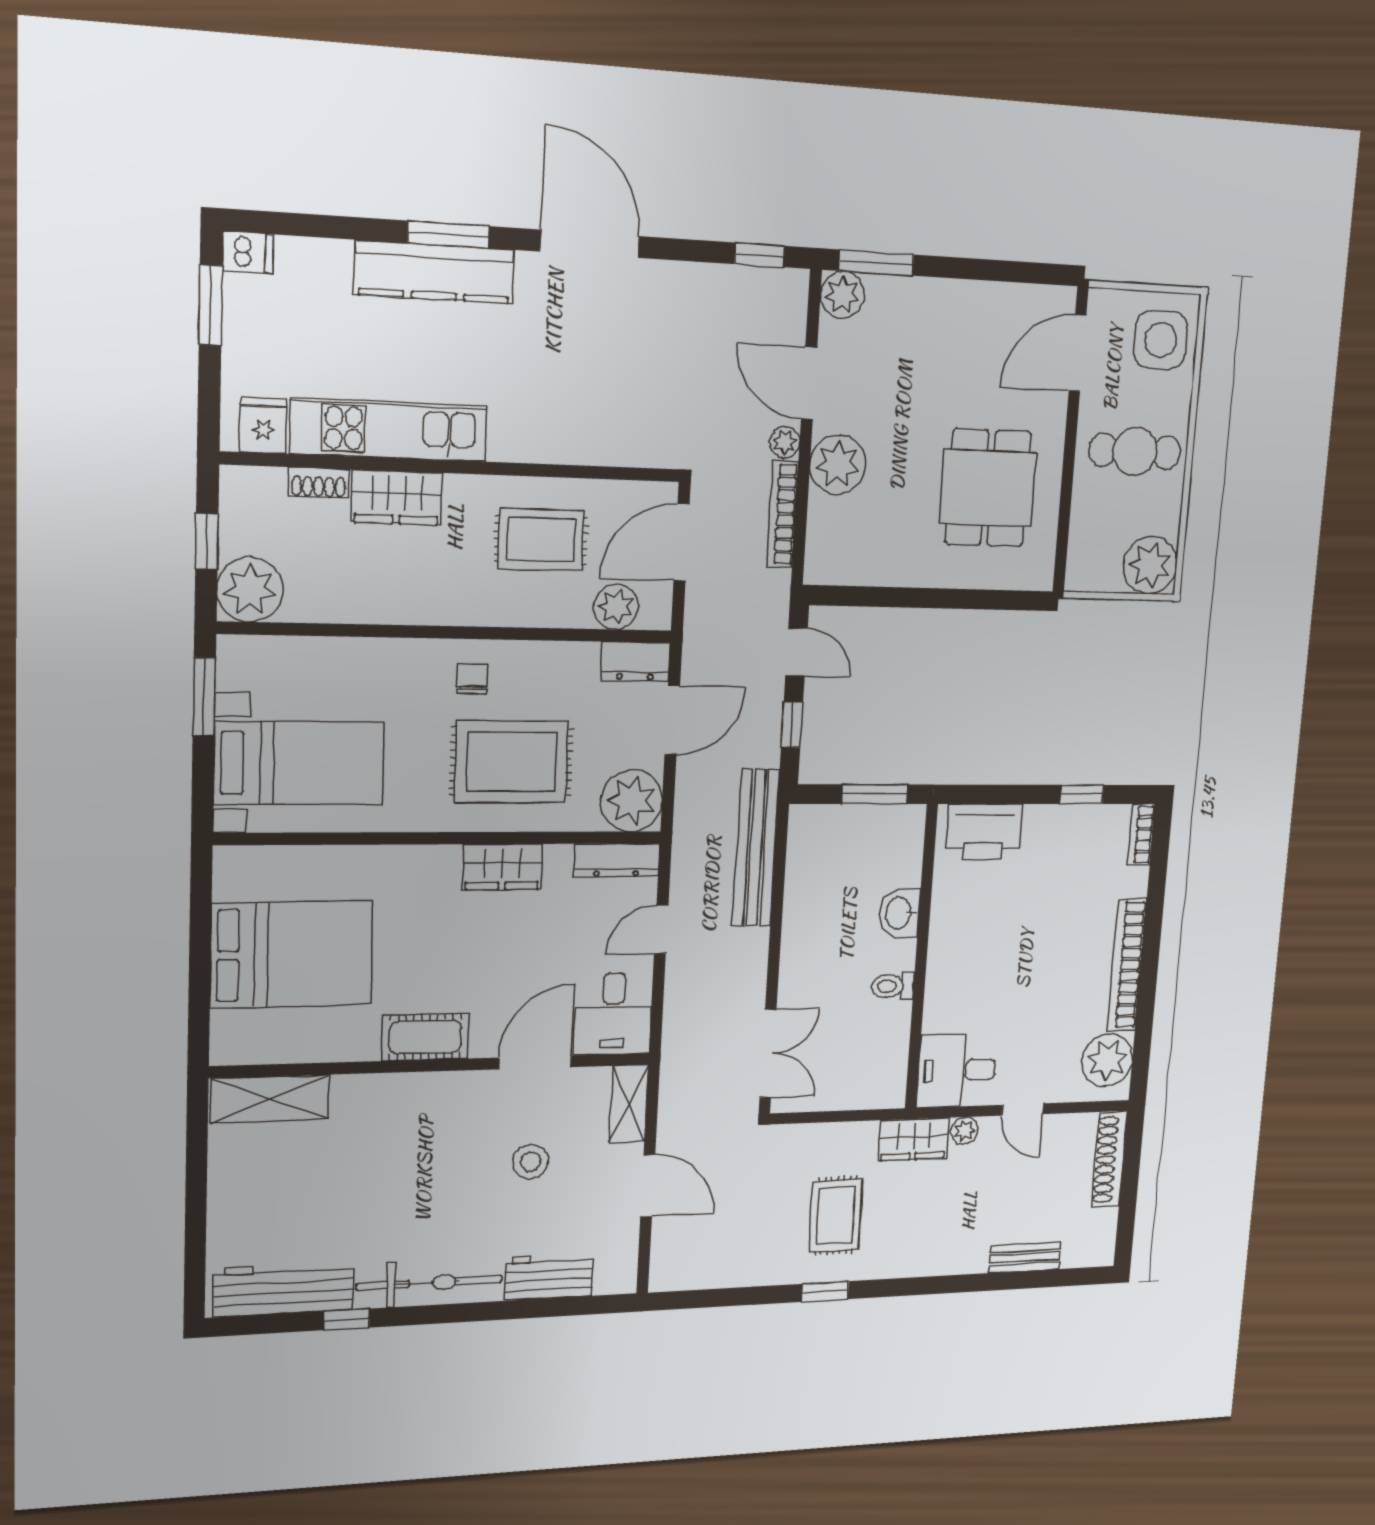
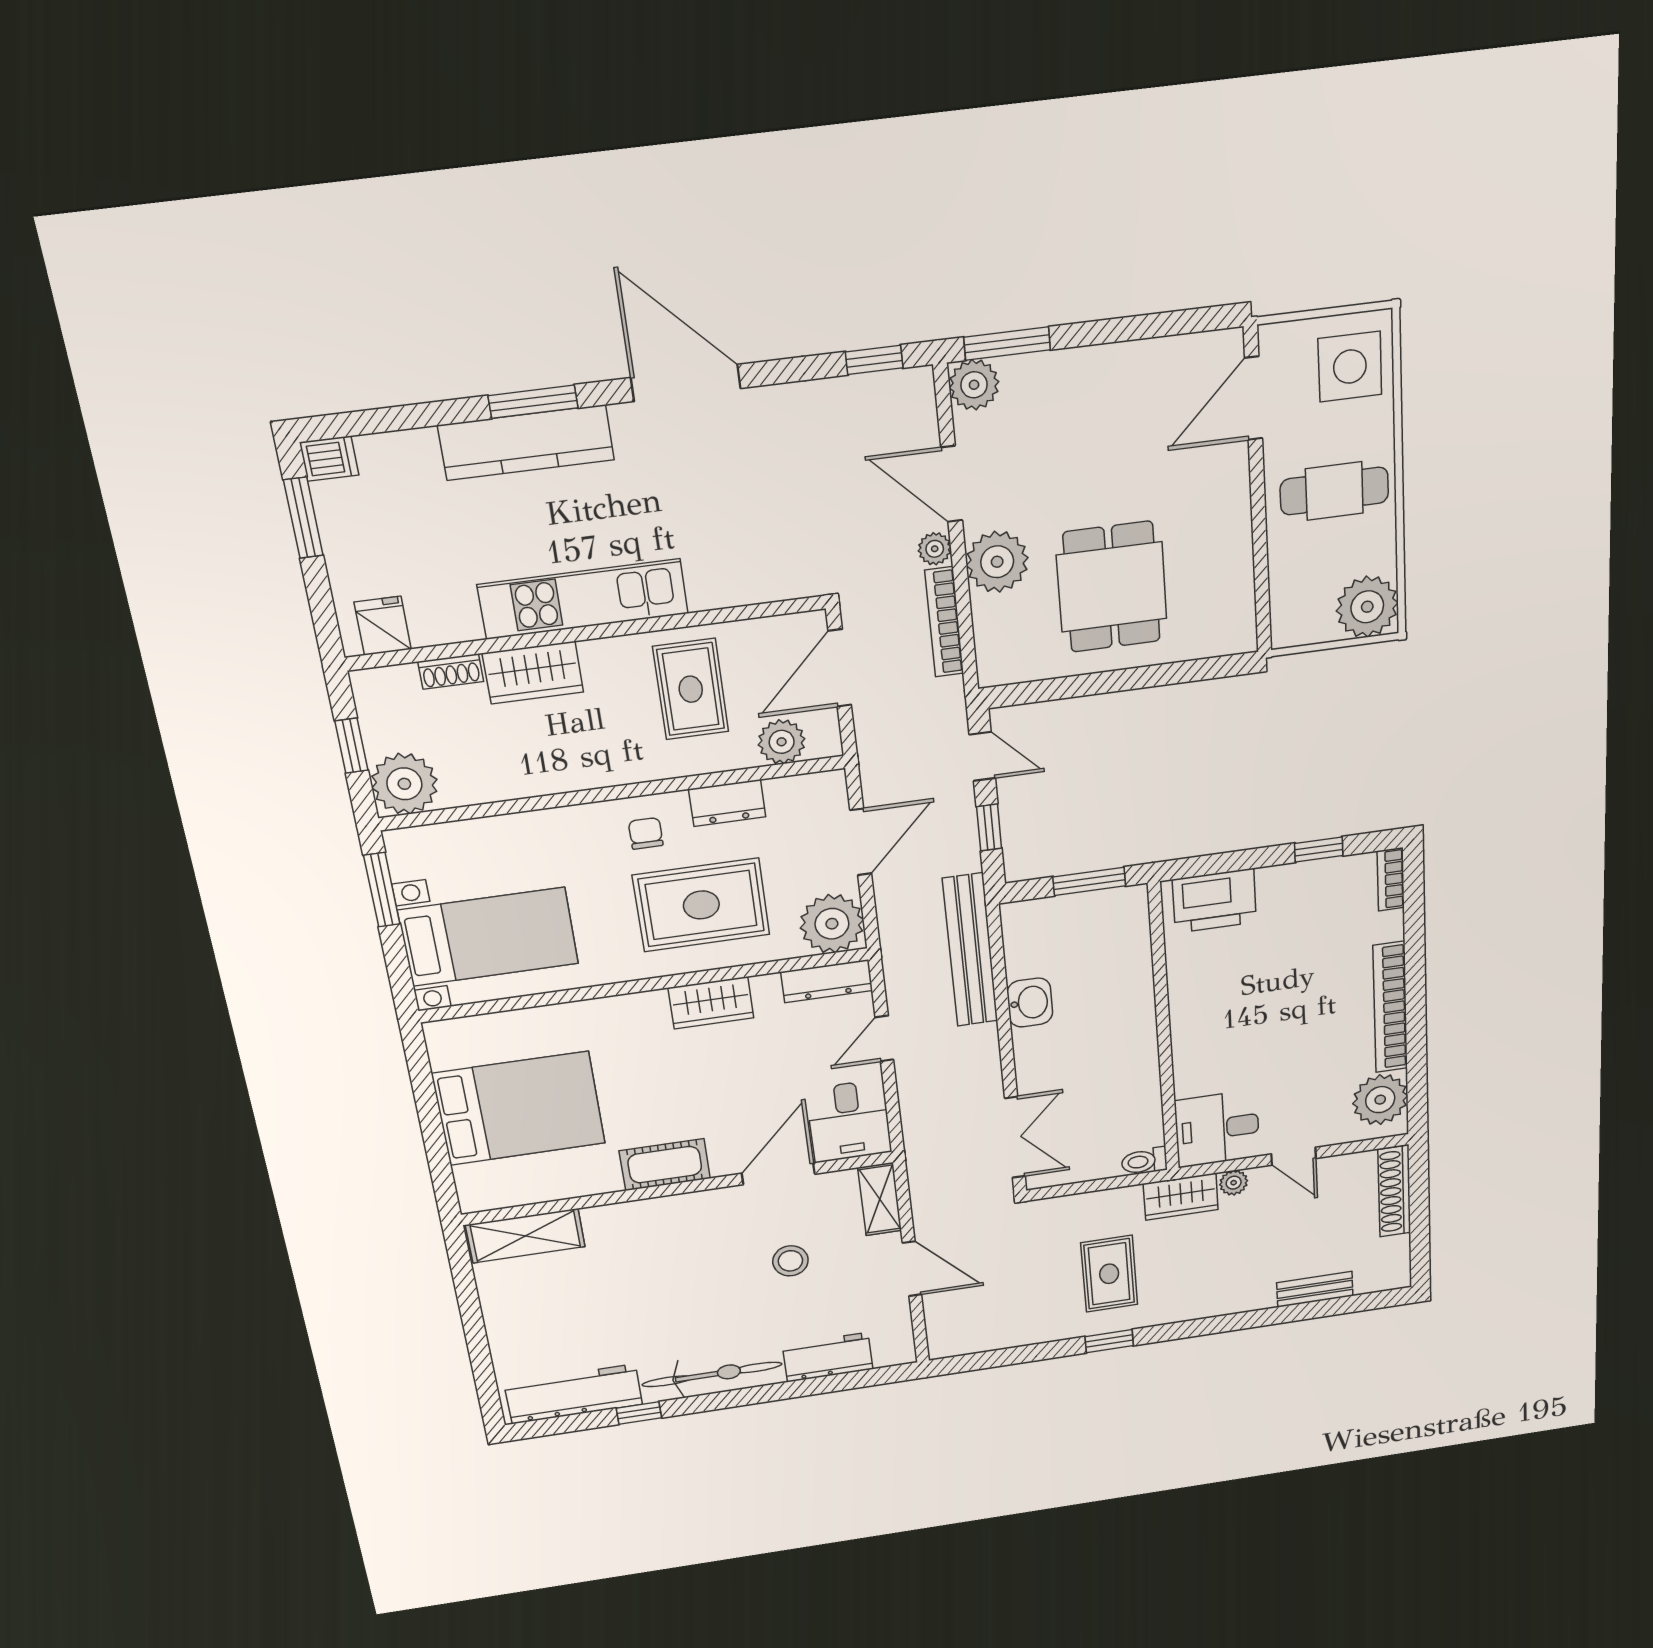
kitchen unit: (389, 430) -> (583, 599), moved
dining table: (988, 488) -> (1112, 587), moved
rug: (541, 540) -> (691, 689), turned 90
dresser: (636, 662) -> (727, 803), moved
washbasin: (899, 913) -> (1030, 1003), moved, turned 180
toilet: (893, 986) -> (1144, 1161), moved

